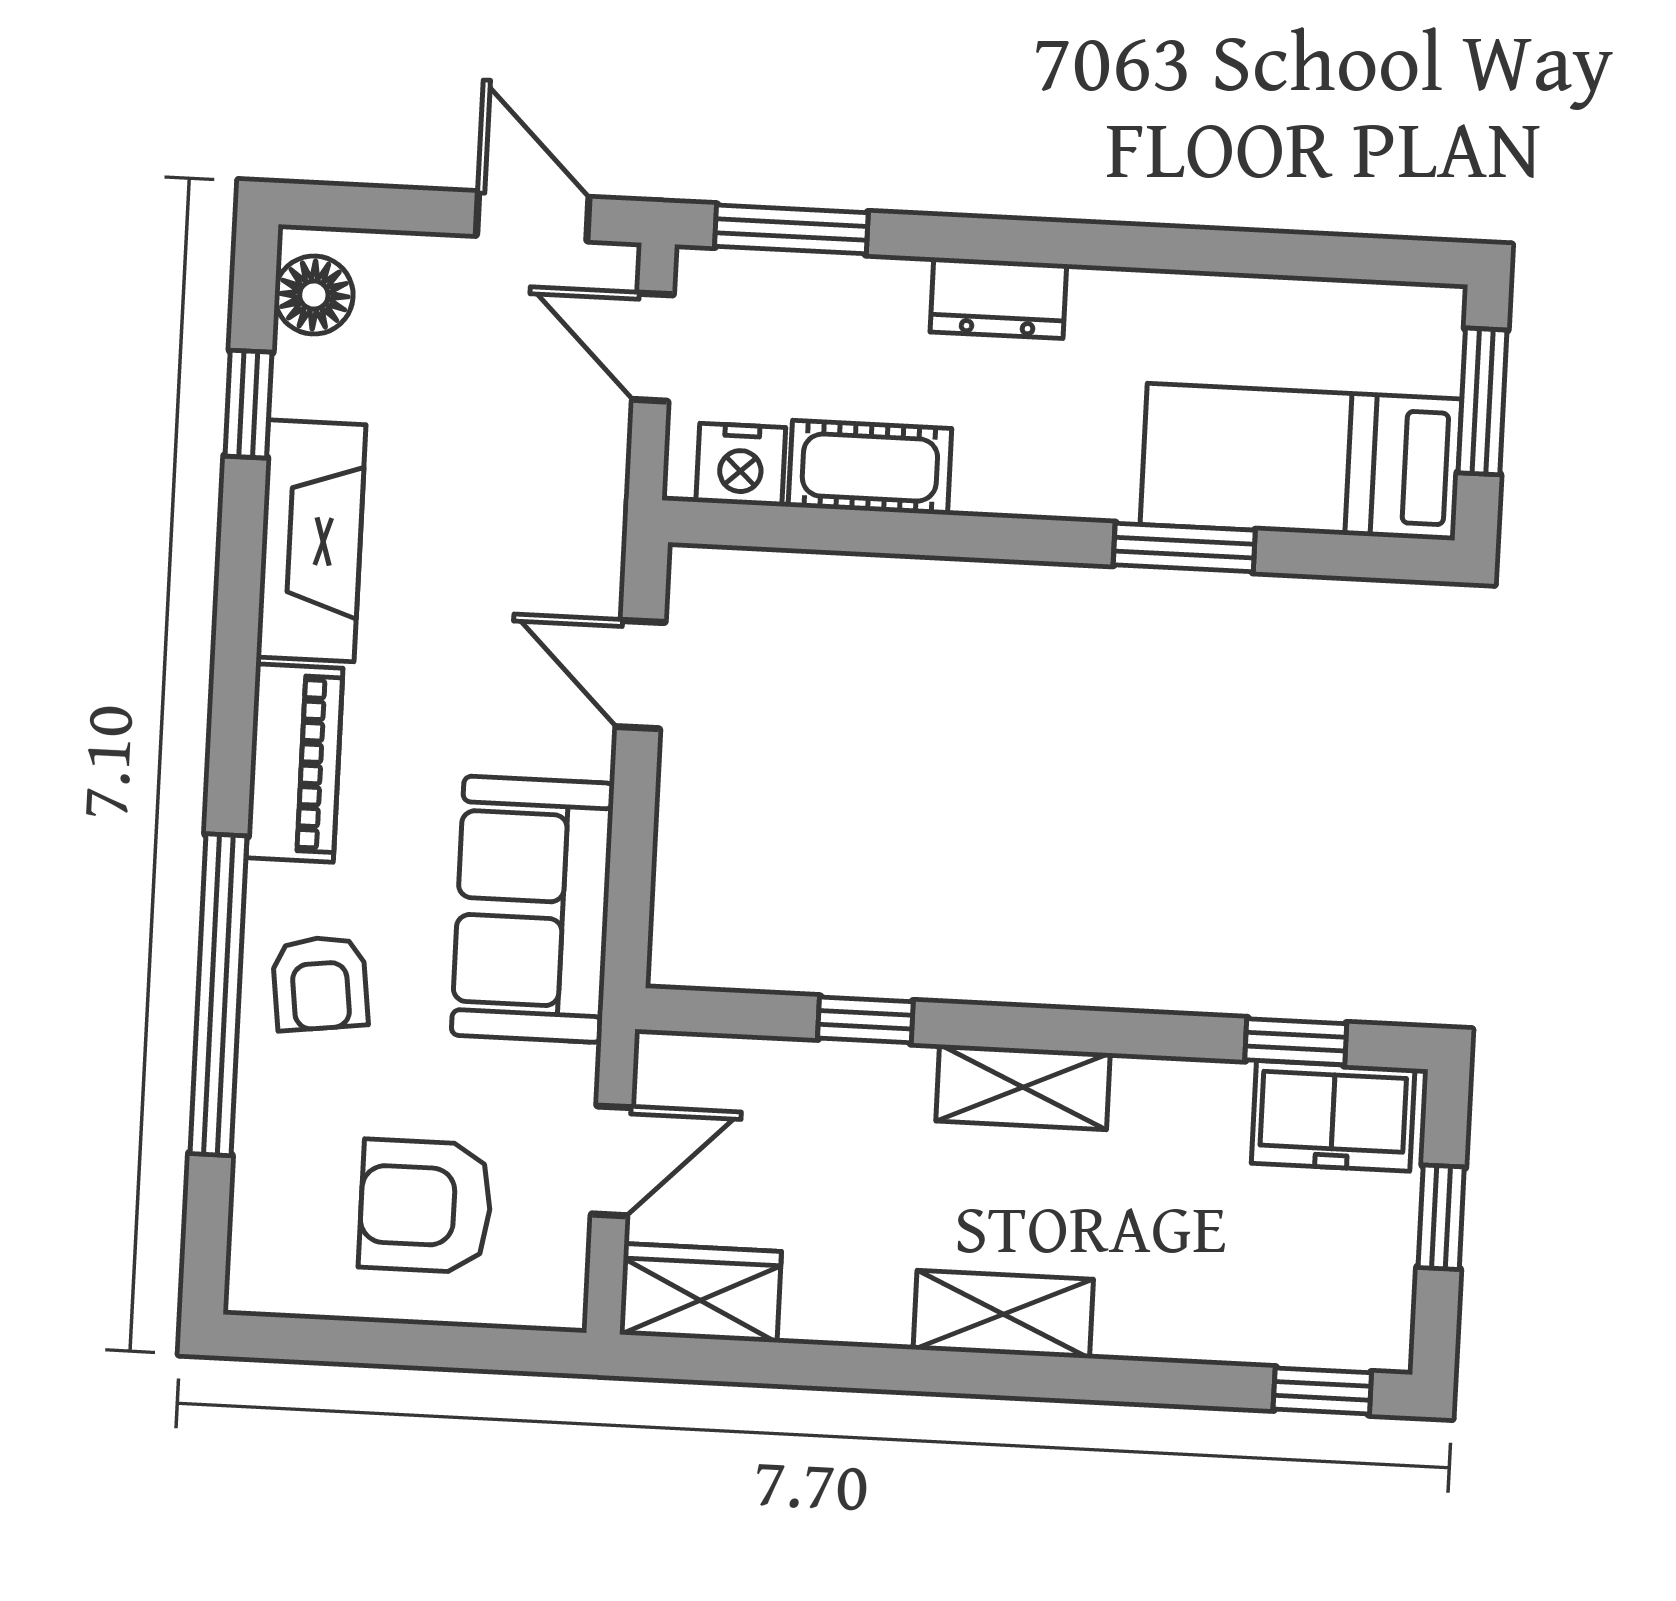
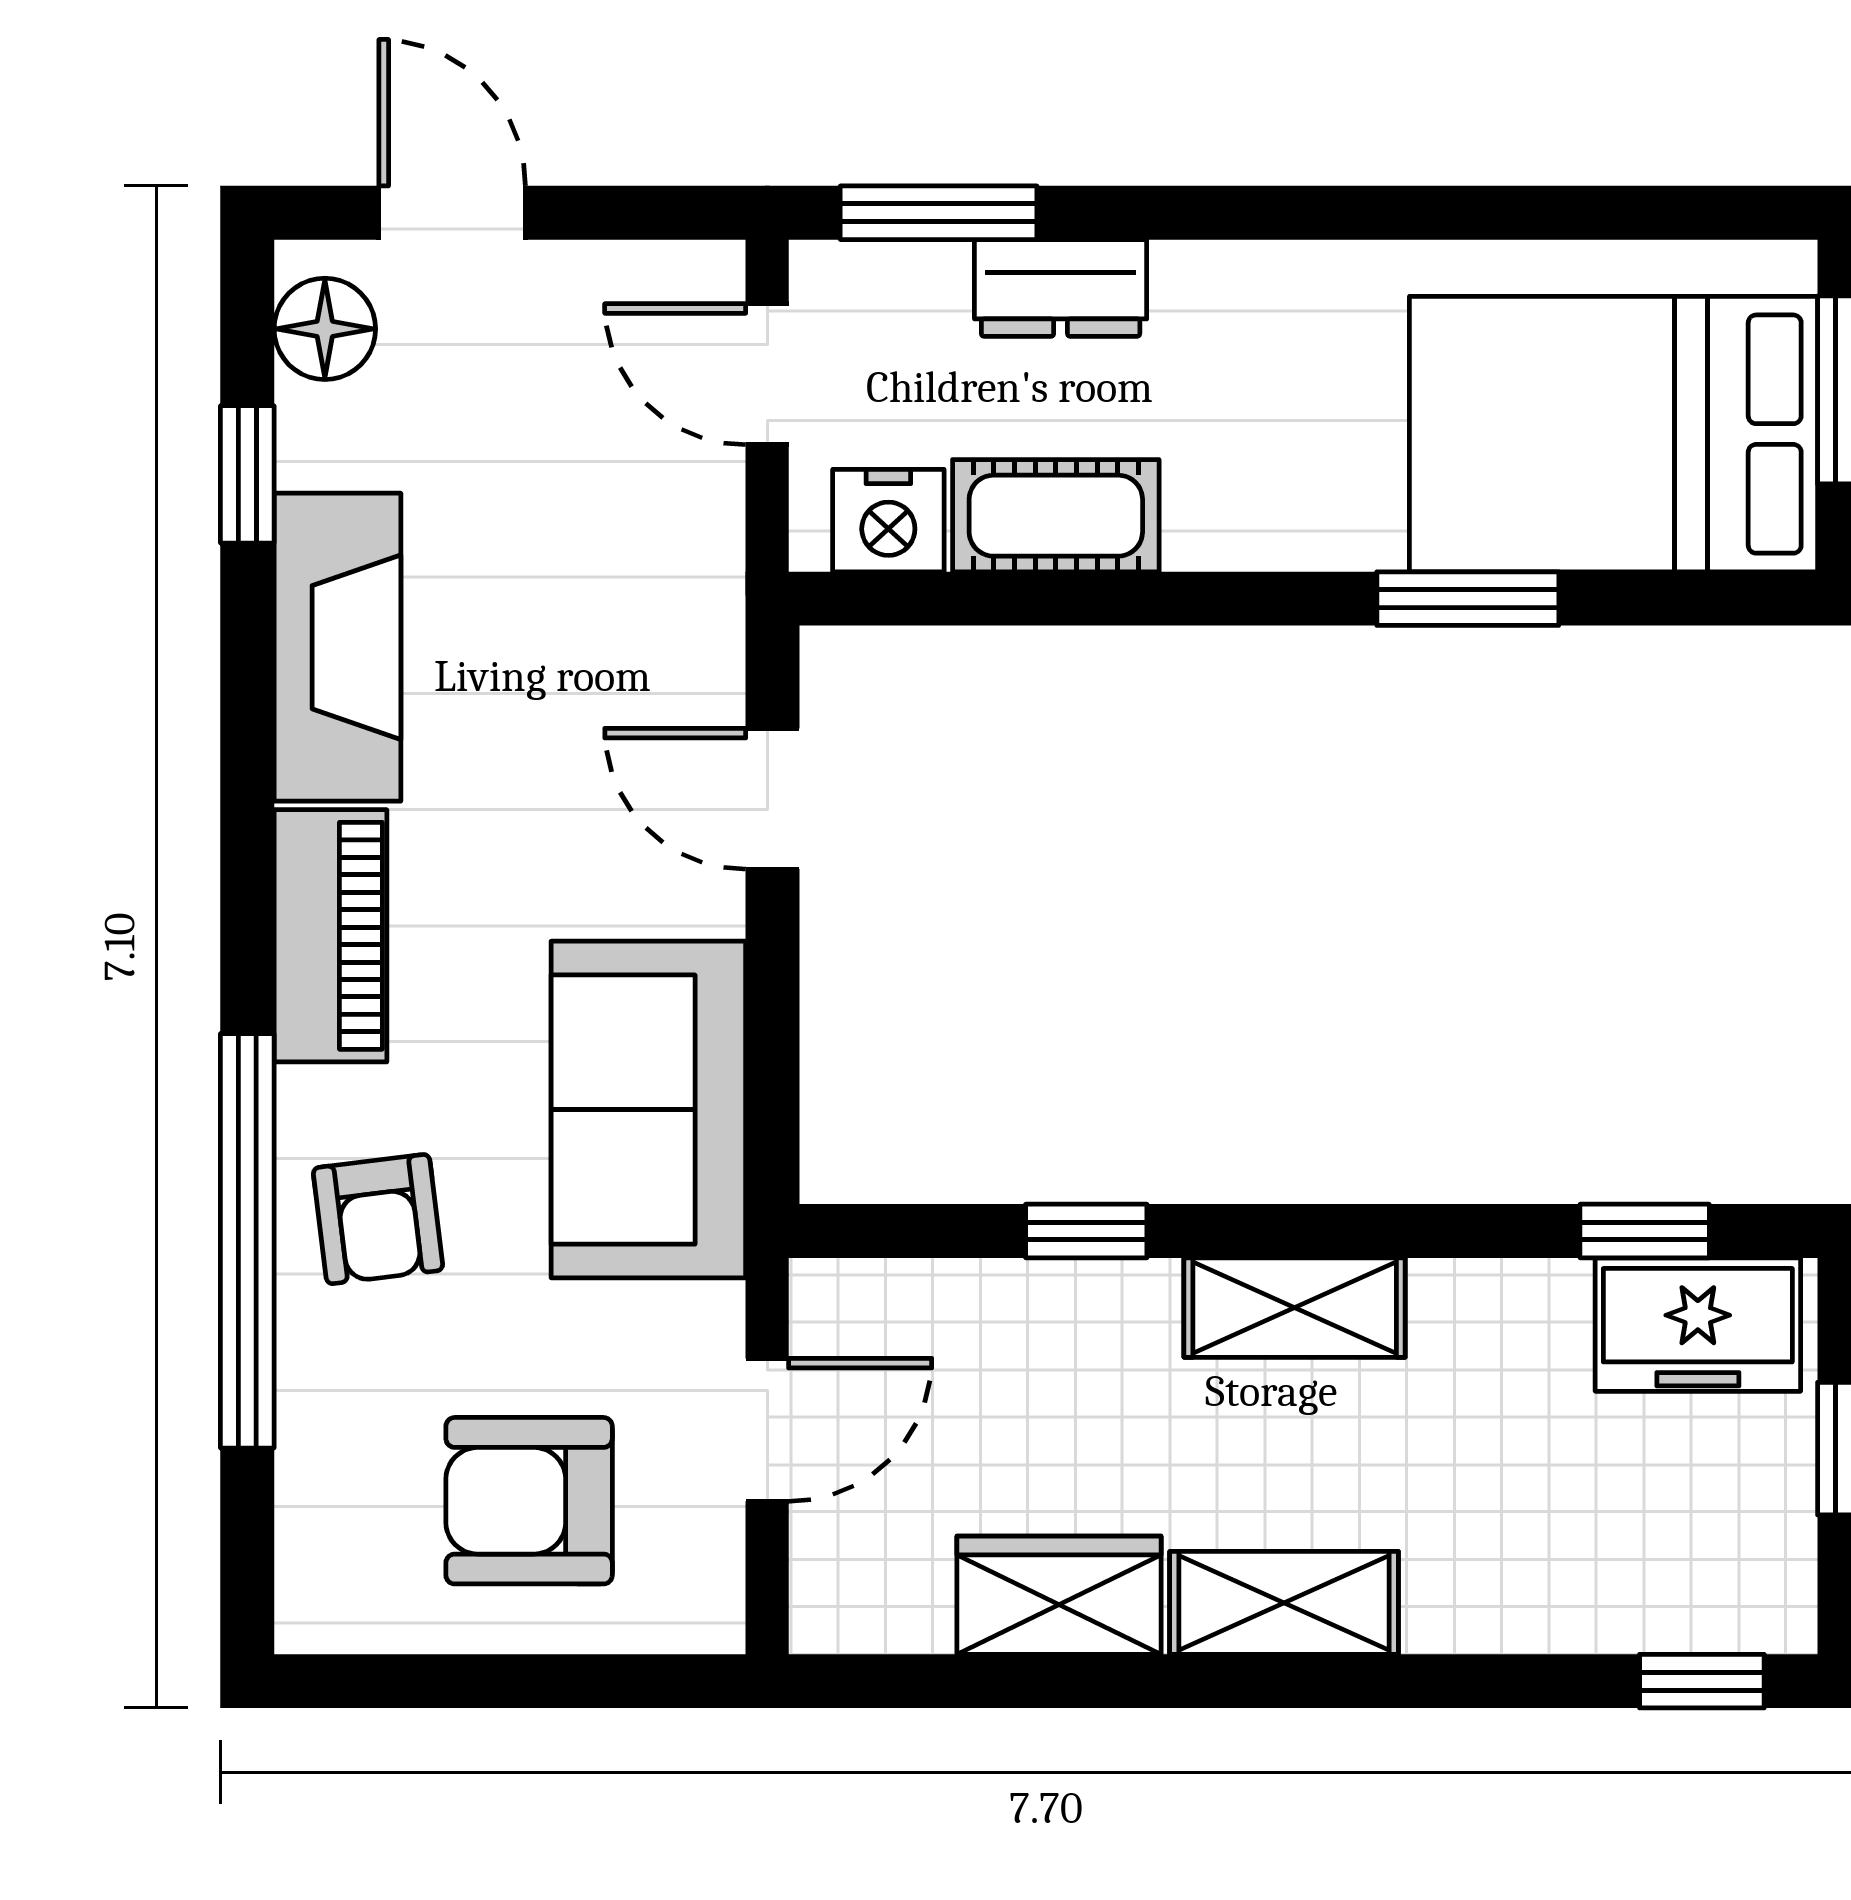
door: (533, 216) -> (452, 213), moved
dresser: (998, 298) -> (1061, 288), moved
bed: (1301, 462) -> (1614, 434), width x1.50
wardrobe: (700, 1293) -> (1059, 1595), moved

